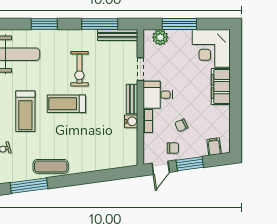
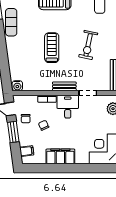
exercise bike: (79, 69) -> (88, 45), turned -78
filing cabinet: (221, 87) -> (60, 156), moved
treadmill: (66, 104) -> (52, 48), moved
water cooler: (131, 121) -> (17, 86), moved

